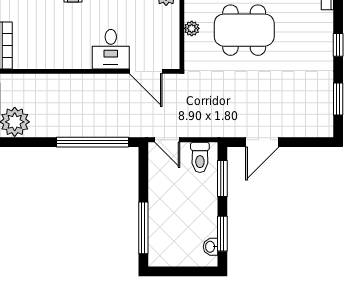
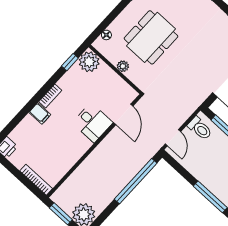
door: (146, 71) -> (123, 114), hinge flipped
door: (167, 140) -> (173, 138), hinge flipped

